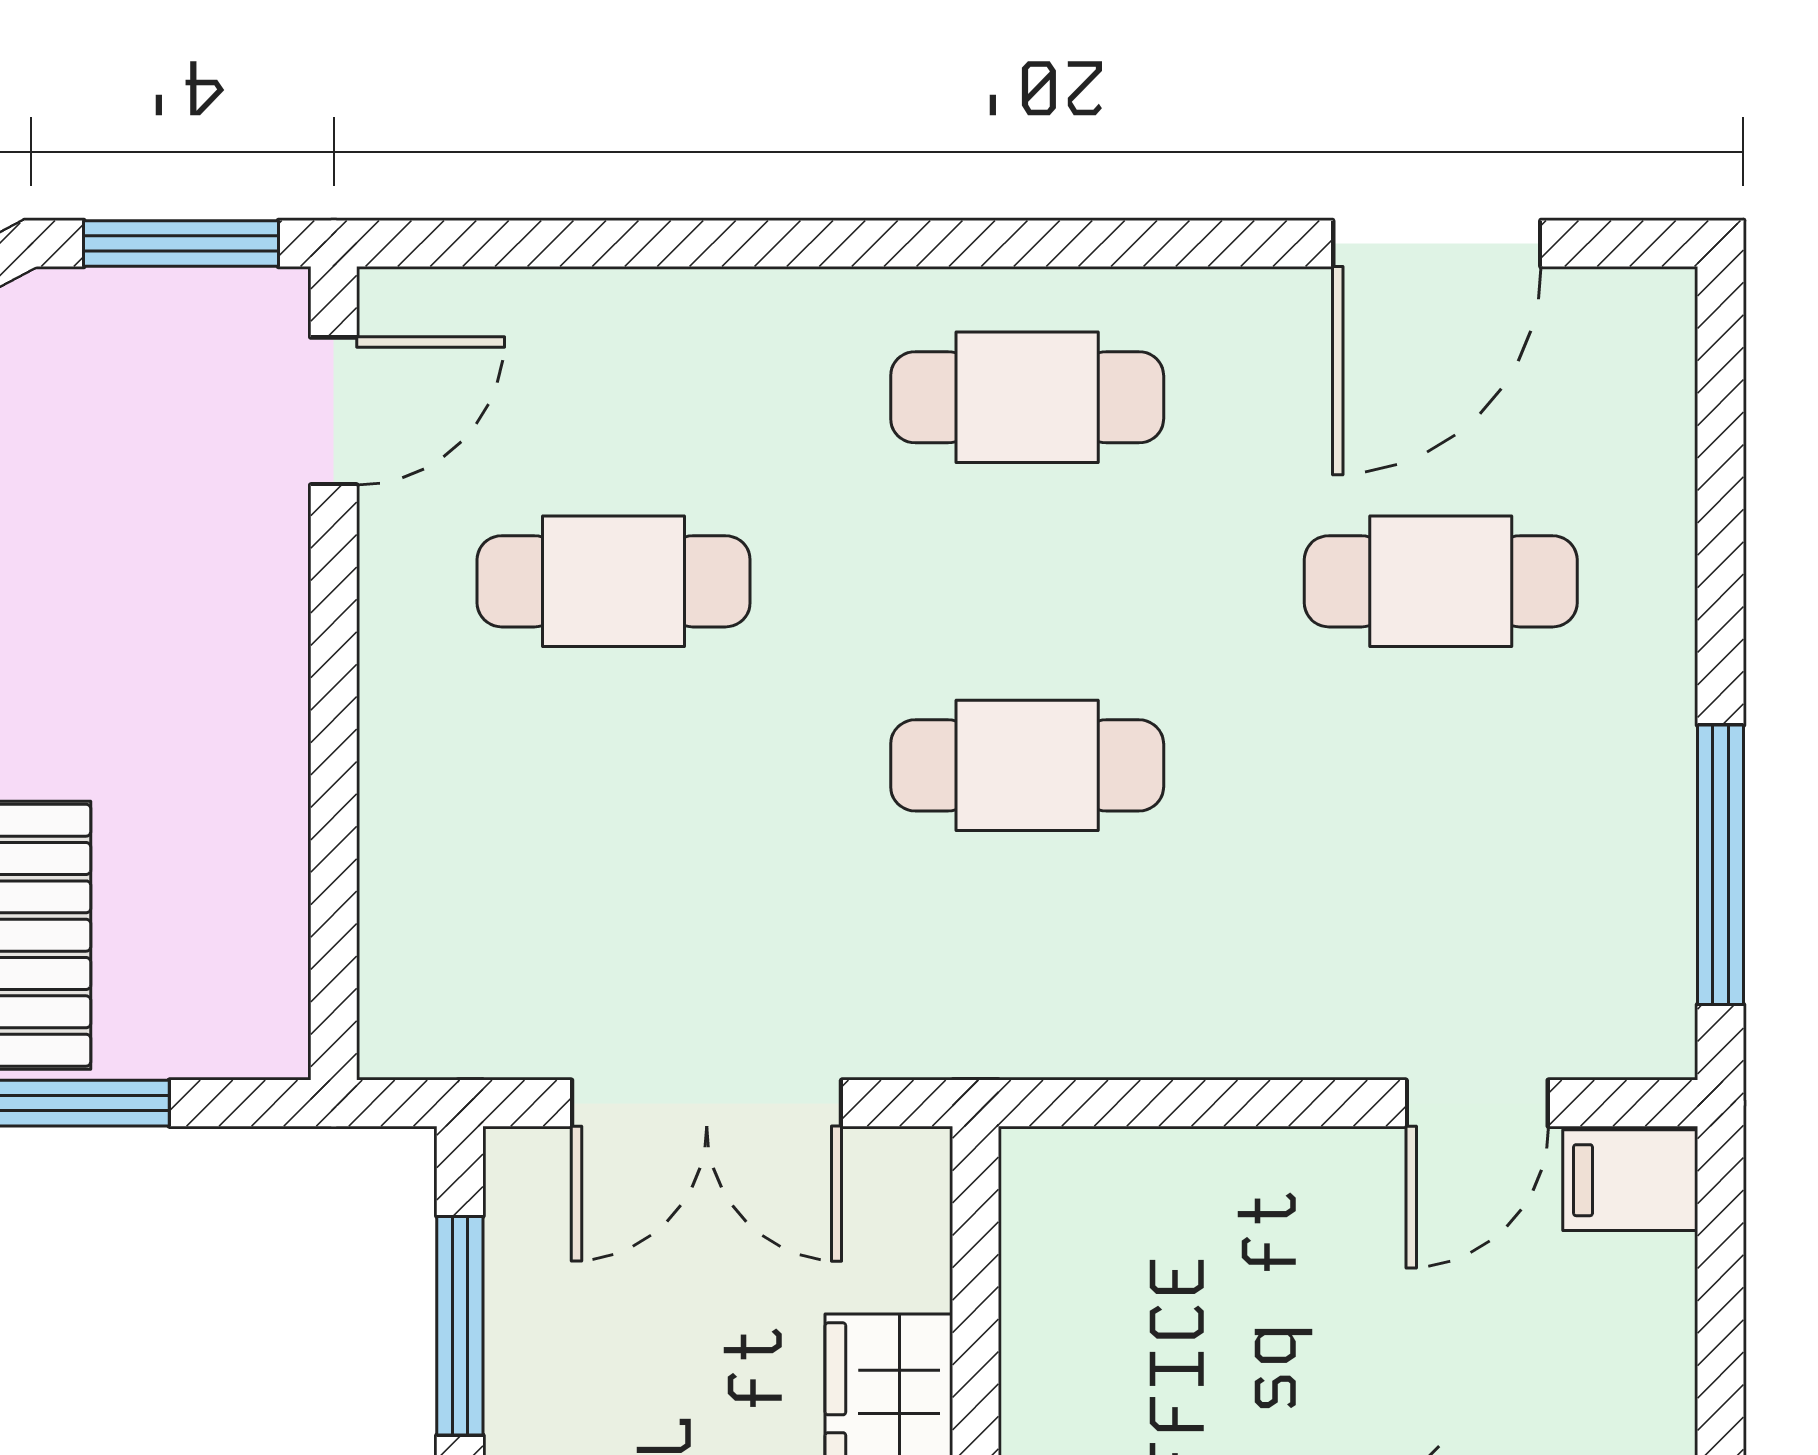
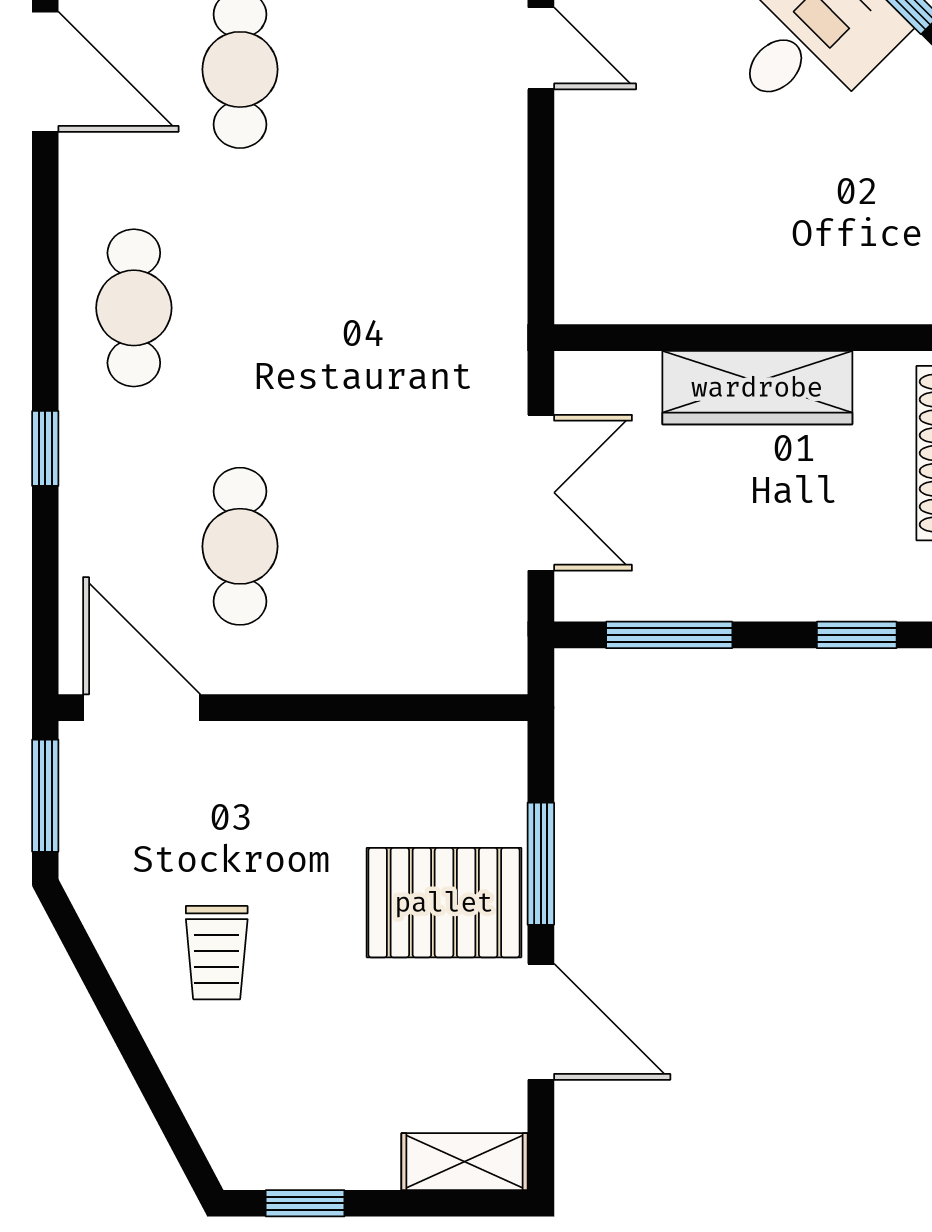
window: (783, 244) -> (45, 448), added
door: (334, 411) -> (142, 708), width x1.38
cafe table: (1027, 765) -> (346, 308), removed

